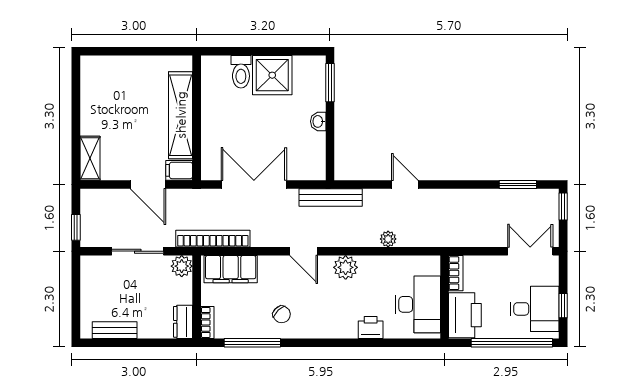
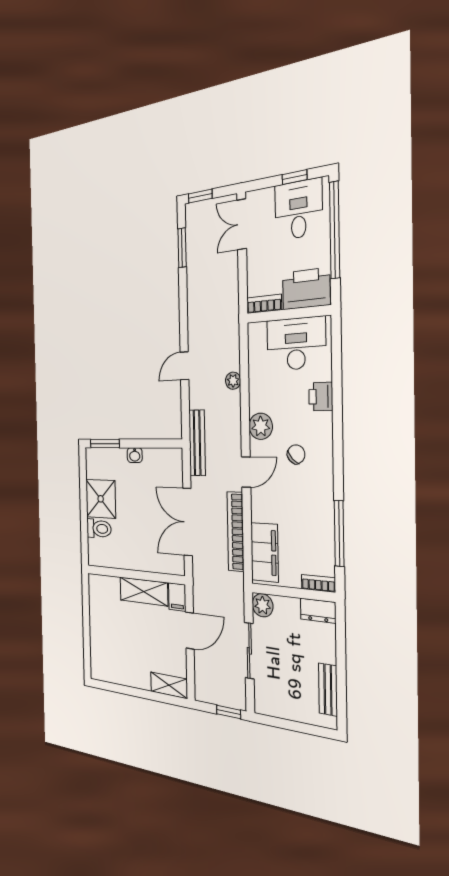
shelving: (181, 115) -> (144, 591), width x0.68
bookcase: (213, 239) -> (235, 532), moved
chair: (282, 314) -> (296, 454), moved

